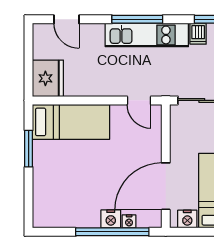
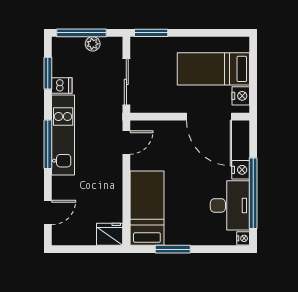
fridge: (48, 78) -> (110, 234), width x0.73, depth x0.75
desk: (74, 208) -> (230, 205), added
nightstand: (129, 221) -> (243, 238), moved
window: (112, 232) -> (253, 193), moved

